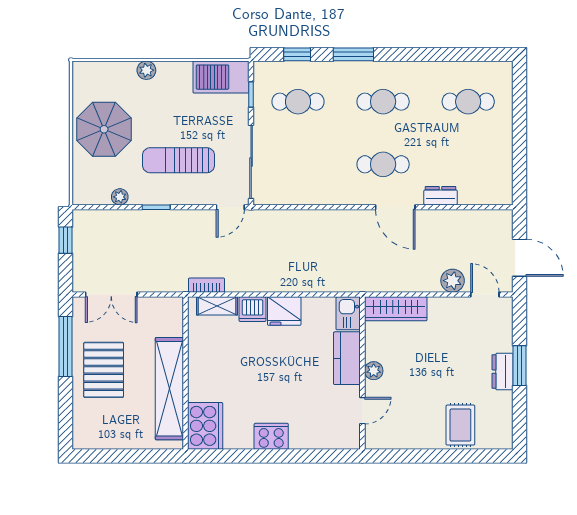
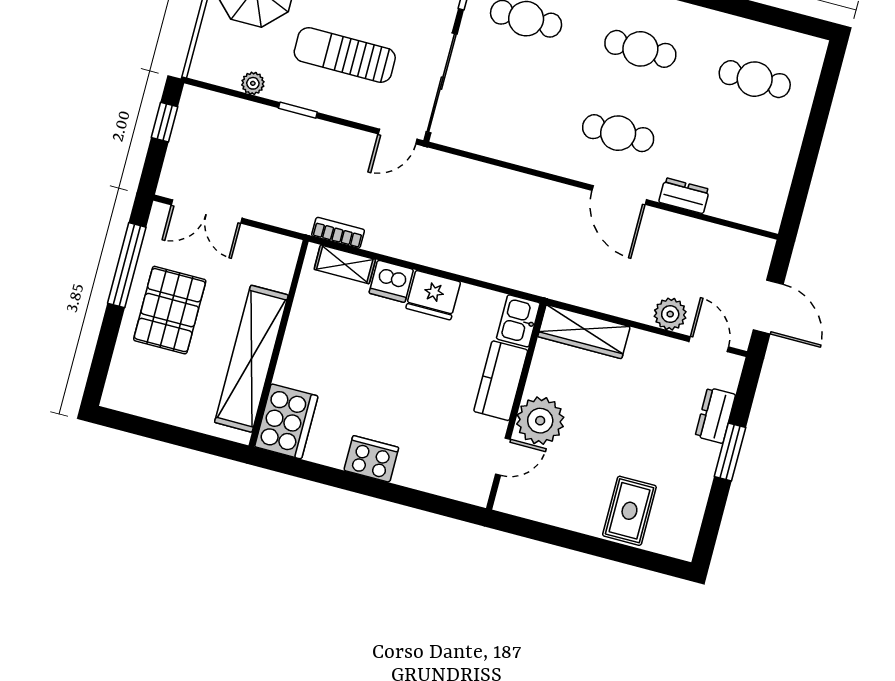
plant: (374, 371) -> (540, 421), width x1.87, depth x1.87
dresser: (503, 372) -> (715, 415), moved

